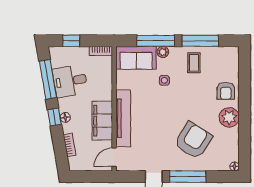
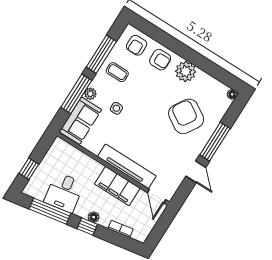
bookcase: (101, 51) -> (55, 148), removed
armchair: (225, 65) -> (137, 45), added

